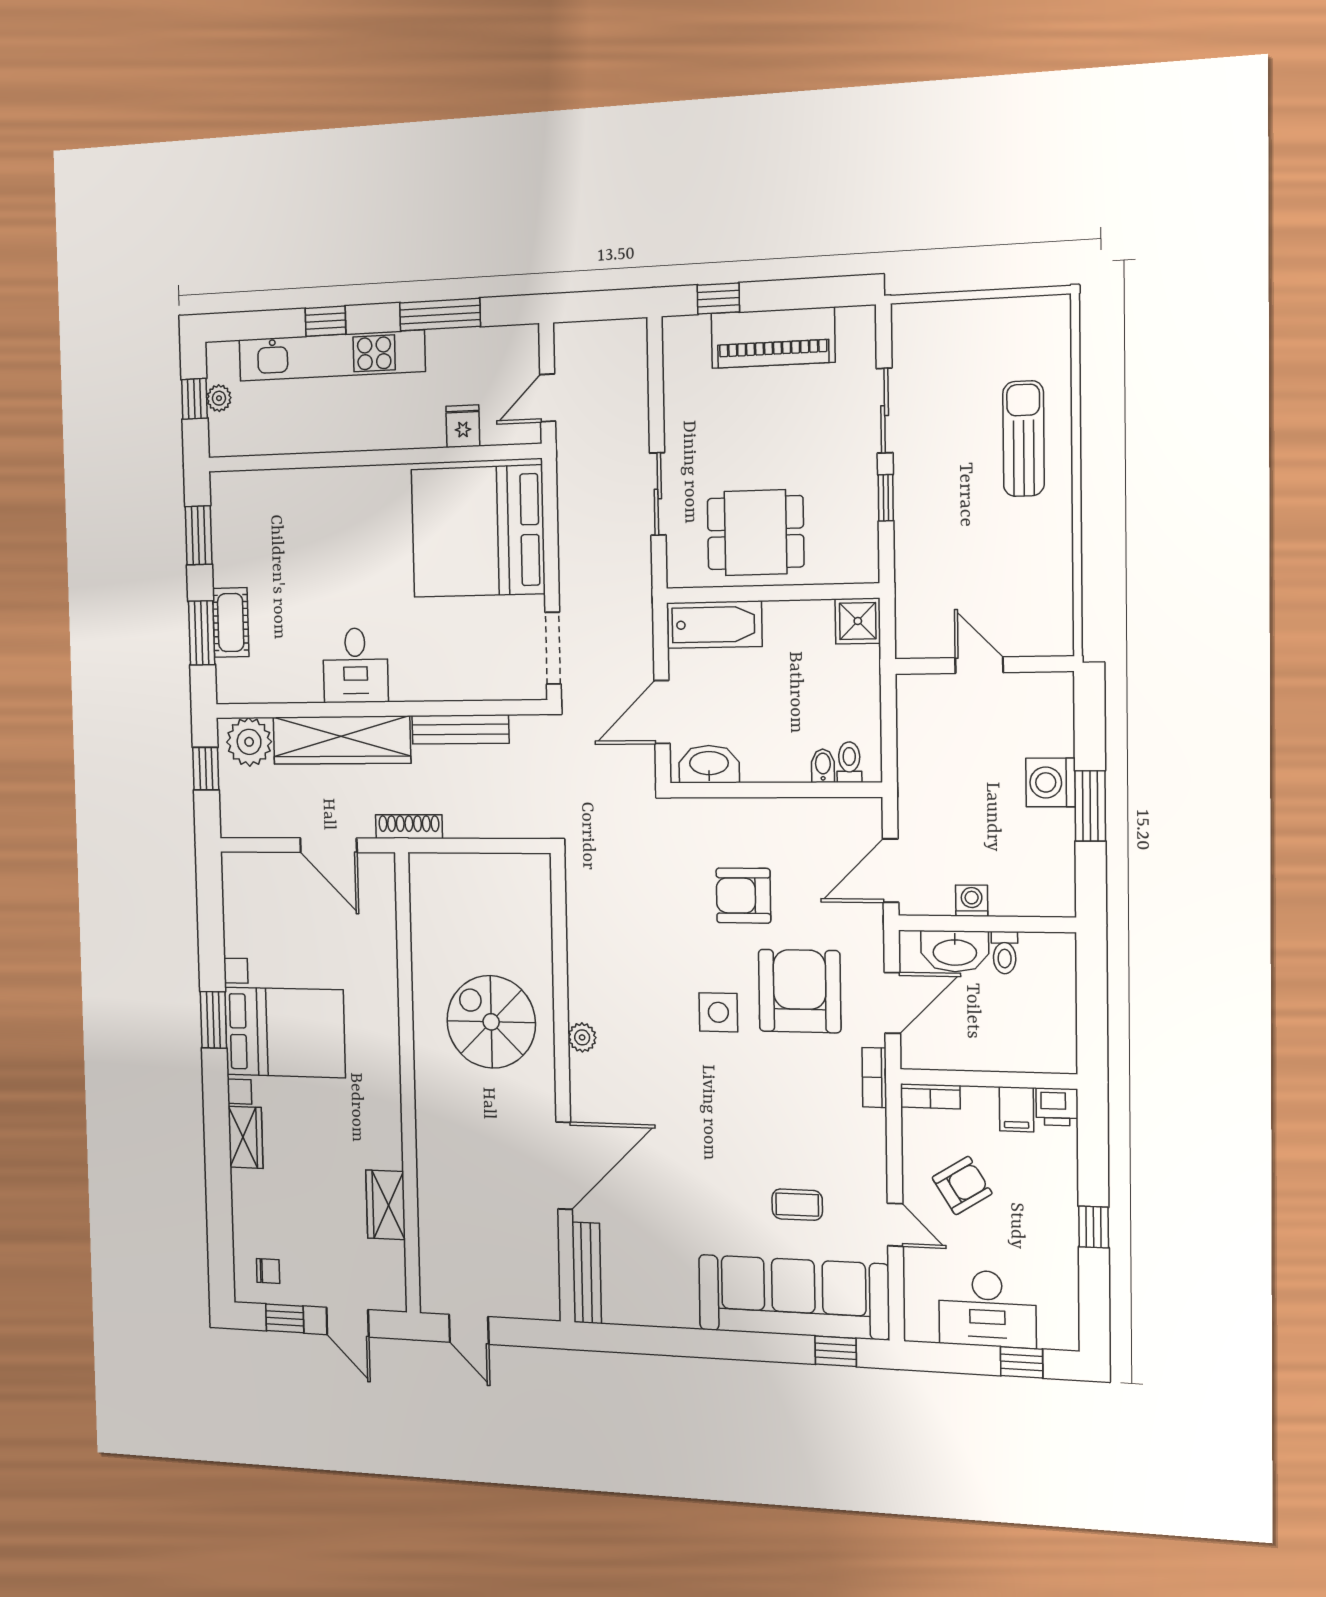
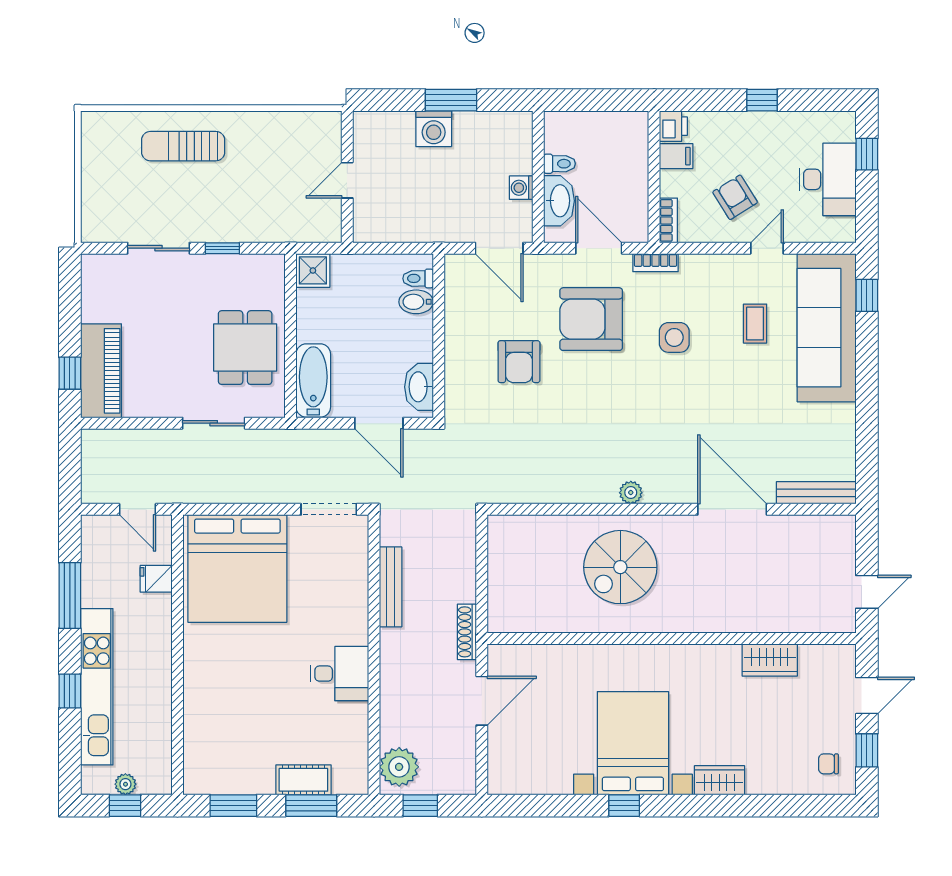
piano: (773, 338) -> (101, 371), moved
wardrobe: (342, 740) -> (398, 687), removed
bidet: (823, 766) -> (416, 302), width x1.38, depth x1.36
side table: (718, 1012) -> (674, 337), moved
window: (213, 1020) -> (624, 806), width x0.67
chair: (268, 1271) -> (828, 764), turned -90

